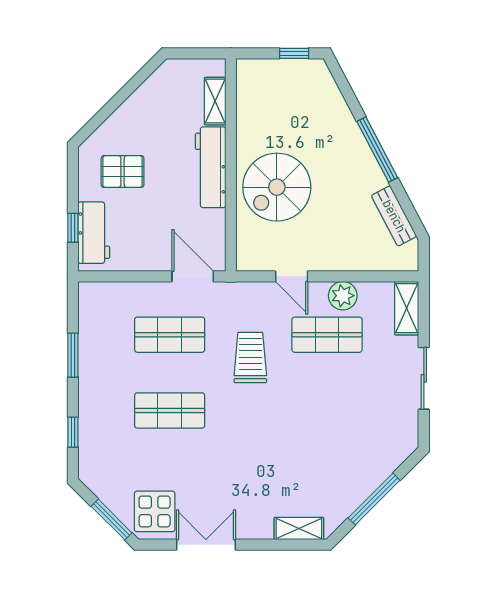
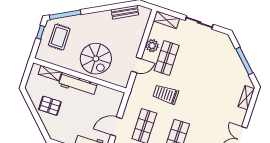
rug: (297, 96) -> (59, 37), added
window: (377, 150) -> (65, 15), moved
pallet: (123, 172) -> (50, 106), moved, turned 90
door: (193, 276) -> (116, 127), moved

